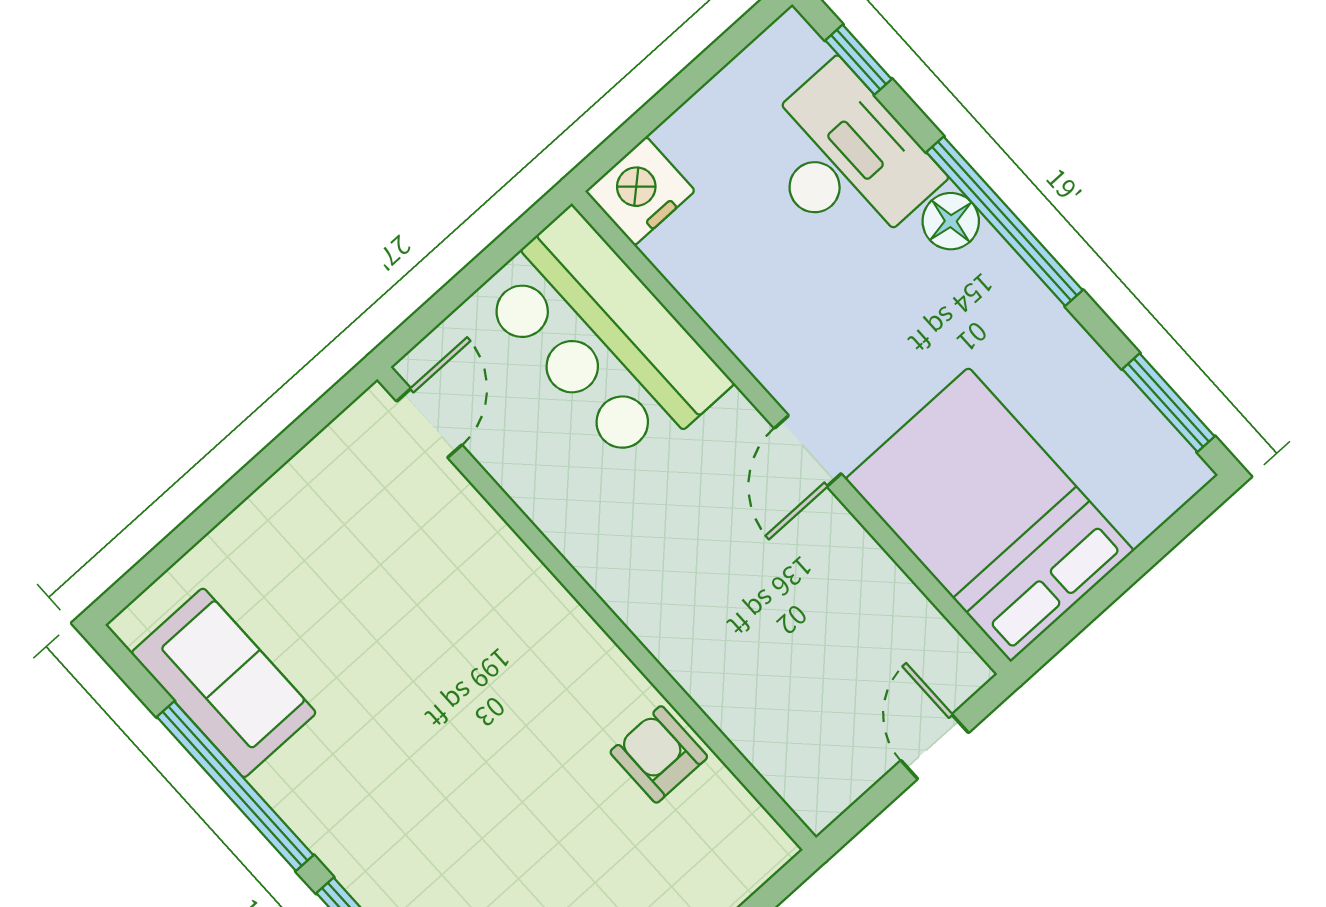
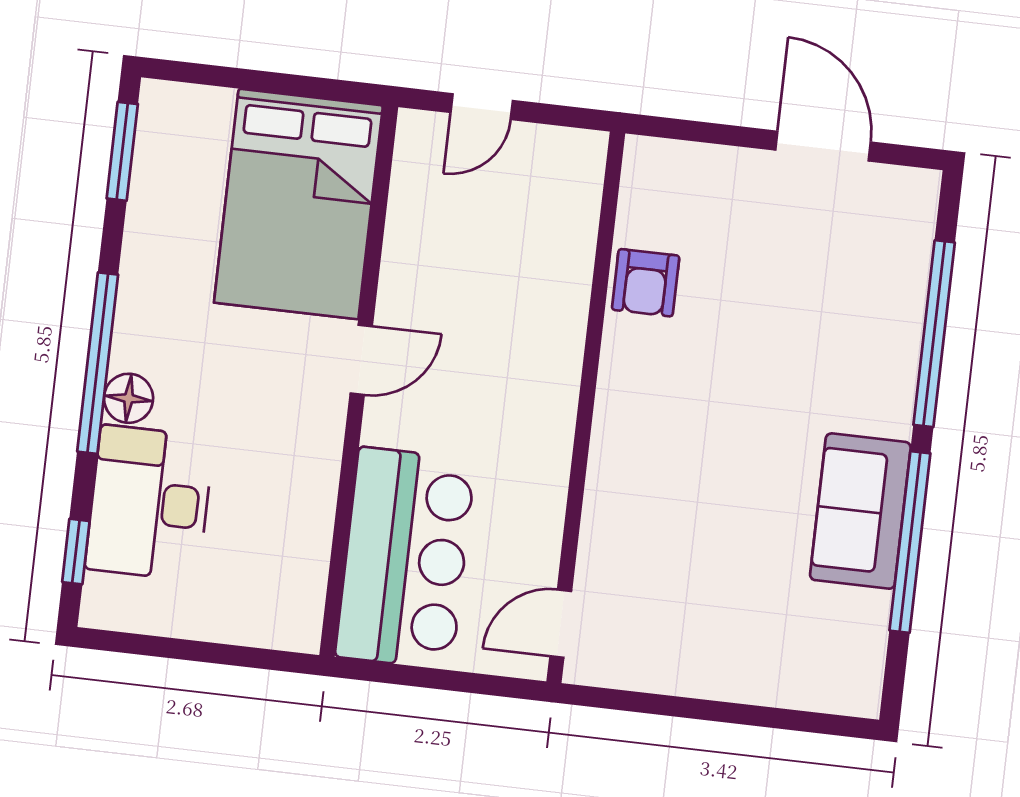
nightstand: (640, 191) -> (287, 619), removed
sofa: (224, 683) -> (860, 511), moved

